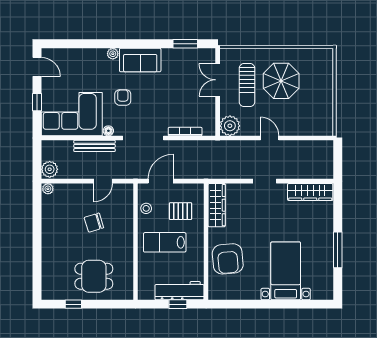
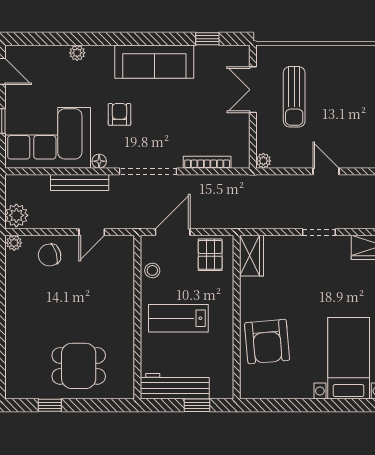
window: (185, 44) -> (207, 39), width x0.67
plant: (113, 54) -> (77, 53), moved
sofa: (140, 60) -> (154, 62), width x1.36
parasol: (281, 81) -> (342, 91), removed
plant: (230, 126) -> (263, 161), width x0.53, depth x0.53
wardrobe: (217, 205) -> (252, 256), width x0.67
pallet: (181, 211) -> (210, 255), moved, turned 90
chair: (94, 223) -> (50, 255), moved
workbench: (179, 291) -> (175, 386), moved

